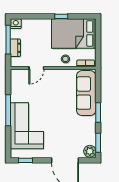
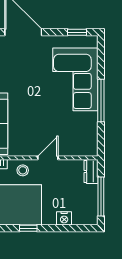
nightstand: (16, 24) -> (64, 218), moved
dresser: (15, 48) -> (91, 171), moved
door: (36, 68) -> (48, 158), moved

